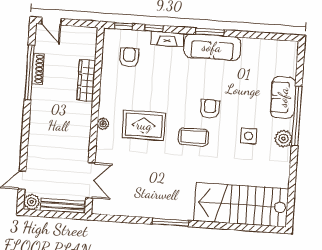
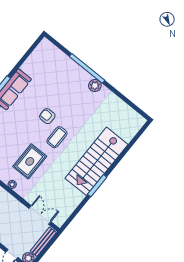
sofa: (283, 97) -> (71, 69), removed
side table: (249, 136) -> (79, 105), removed
stairs: (241, 205) -> (96, 161), moved

